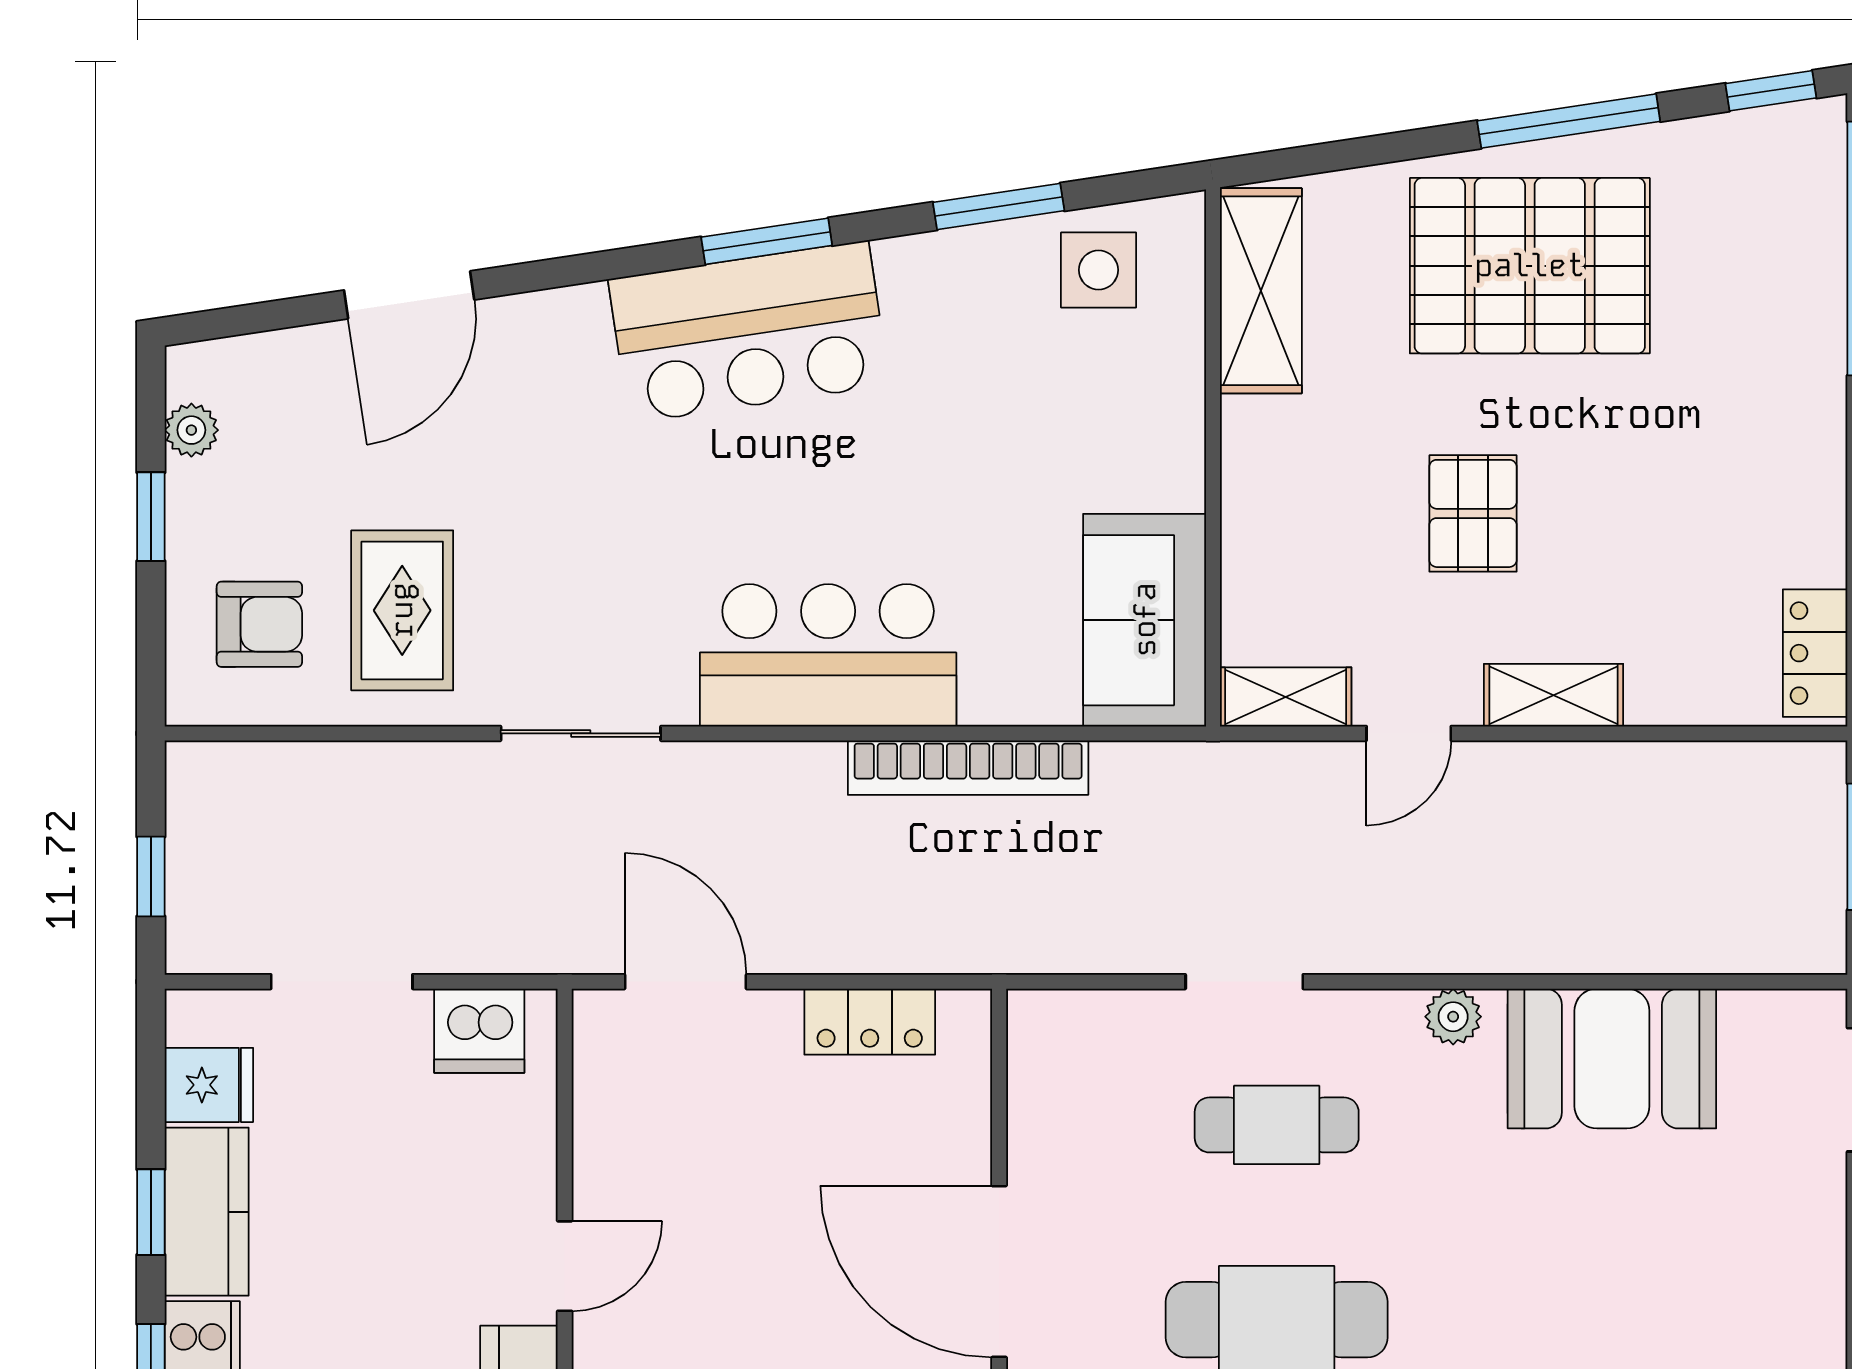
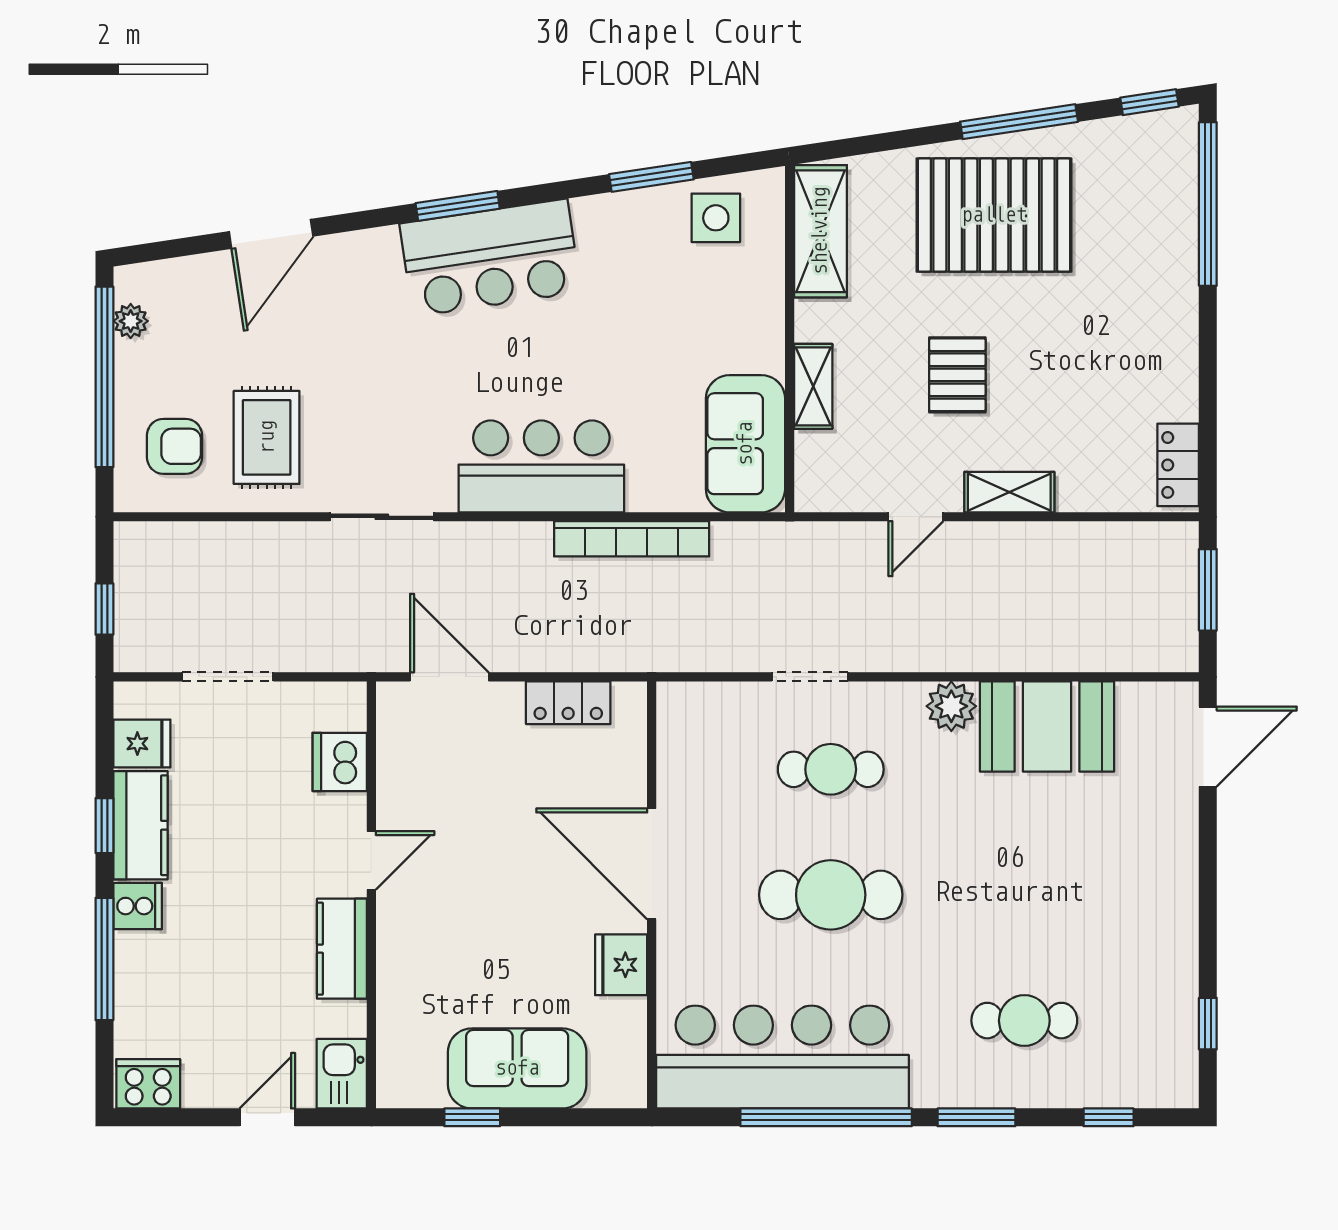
window: (767, 241) -> (458, 206), moved
window: (151, 517) -> (104, 377), width x3.17
shelving: (1286, 697) -> (813, 386), moved, turned 90
plant: (1453, 1017) -> (951, 706), width x1.38, depth x1.38
dishwasher: (479, 1031) -> (340, 762), moved, turned 90

